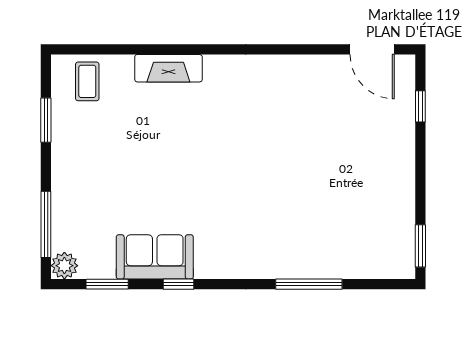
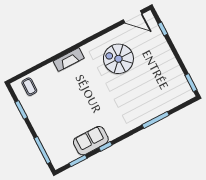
fireplace: (168, 68) -> (69, 60), moved
spiral stairs: (298, 120) -> (118, 59), added
plant: (64, 266) -> (58, 162), removed

